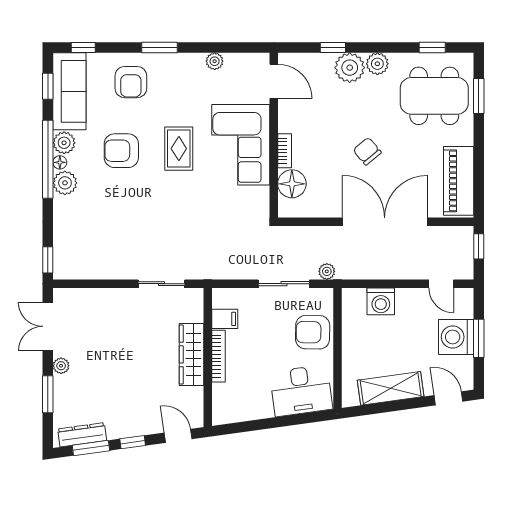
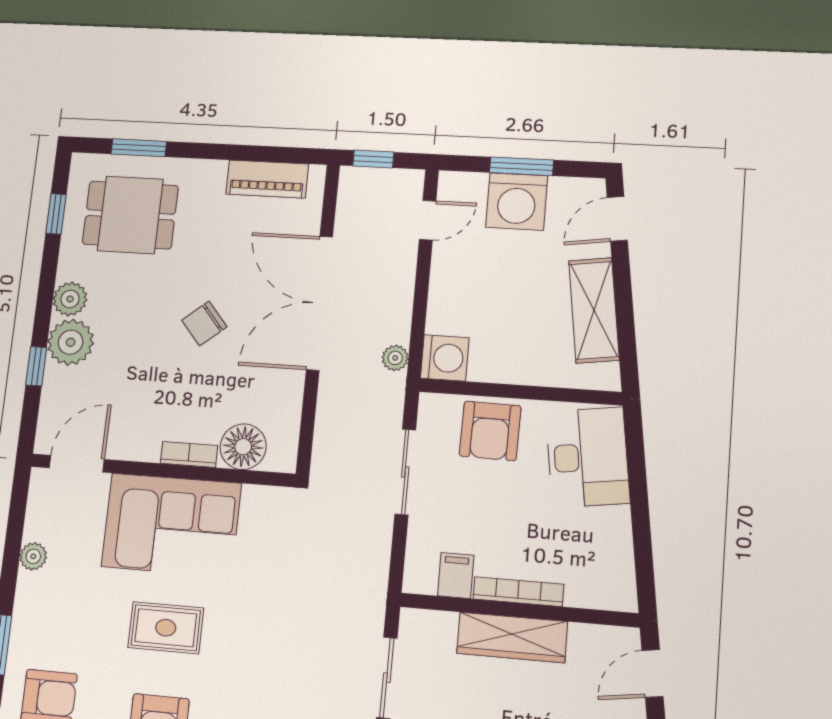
dining table: (434, 96) -> (130, 215), width x0.73
piano: (459, 181) -> (267, 179), width x0.73, depth x0.75
plant: (327, 271) -> (395, 358), moved
washing machine: (381, 301) -> (445, 358), moved

